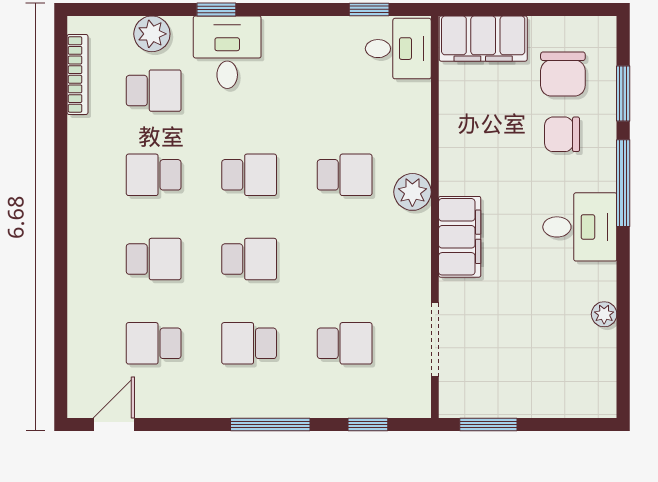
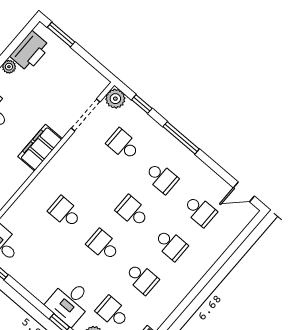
plant: (412, 192) -> (115, 99), moved
school desk: (154, 259) -> (171, 244), turned 180
printer: (593, 362) -> (30, 51), added
window: (488, 424) -> (61, 35), moved

